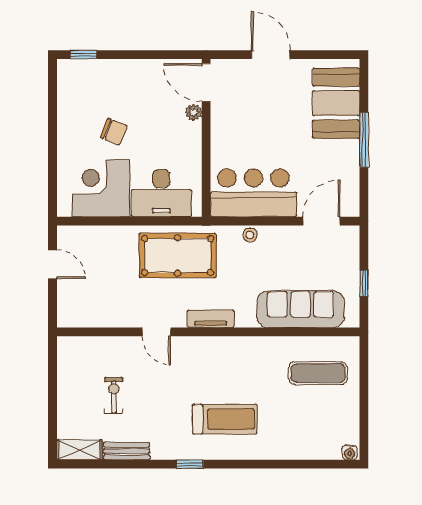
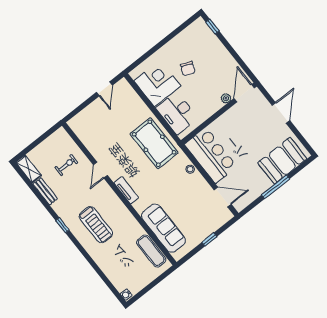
sofa: (301, 309) -> (163, 228), moved
tv unit: (211, 319) -> (126, 190), moved
door: (156, 332) -> (100, 170), moved
wall: (208, 332) -> (119, 194), moved

